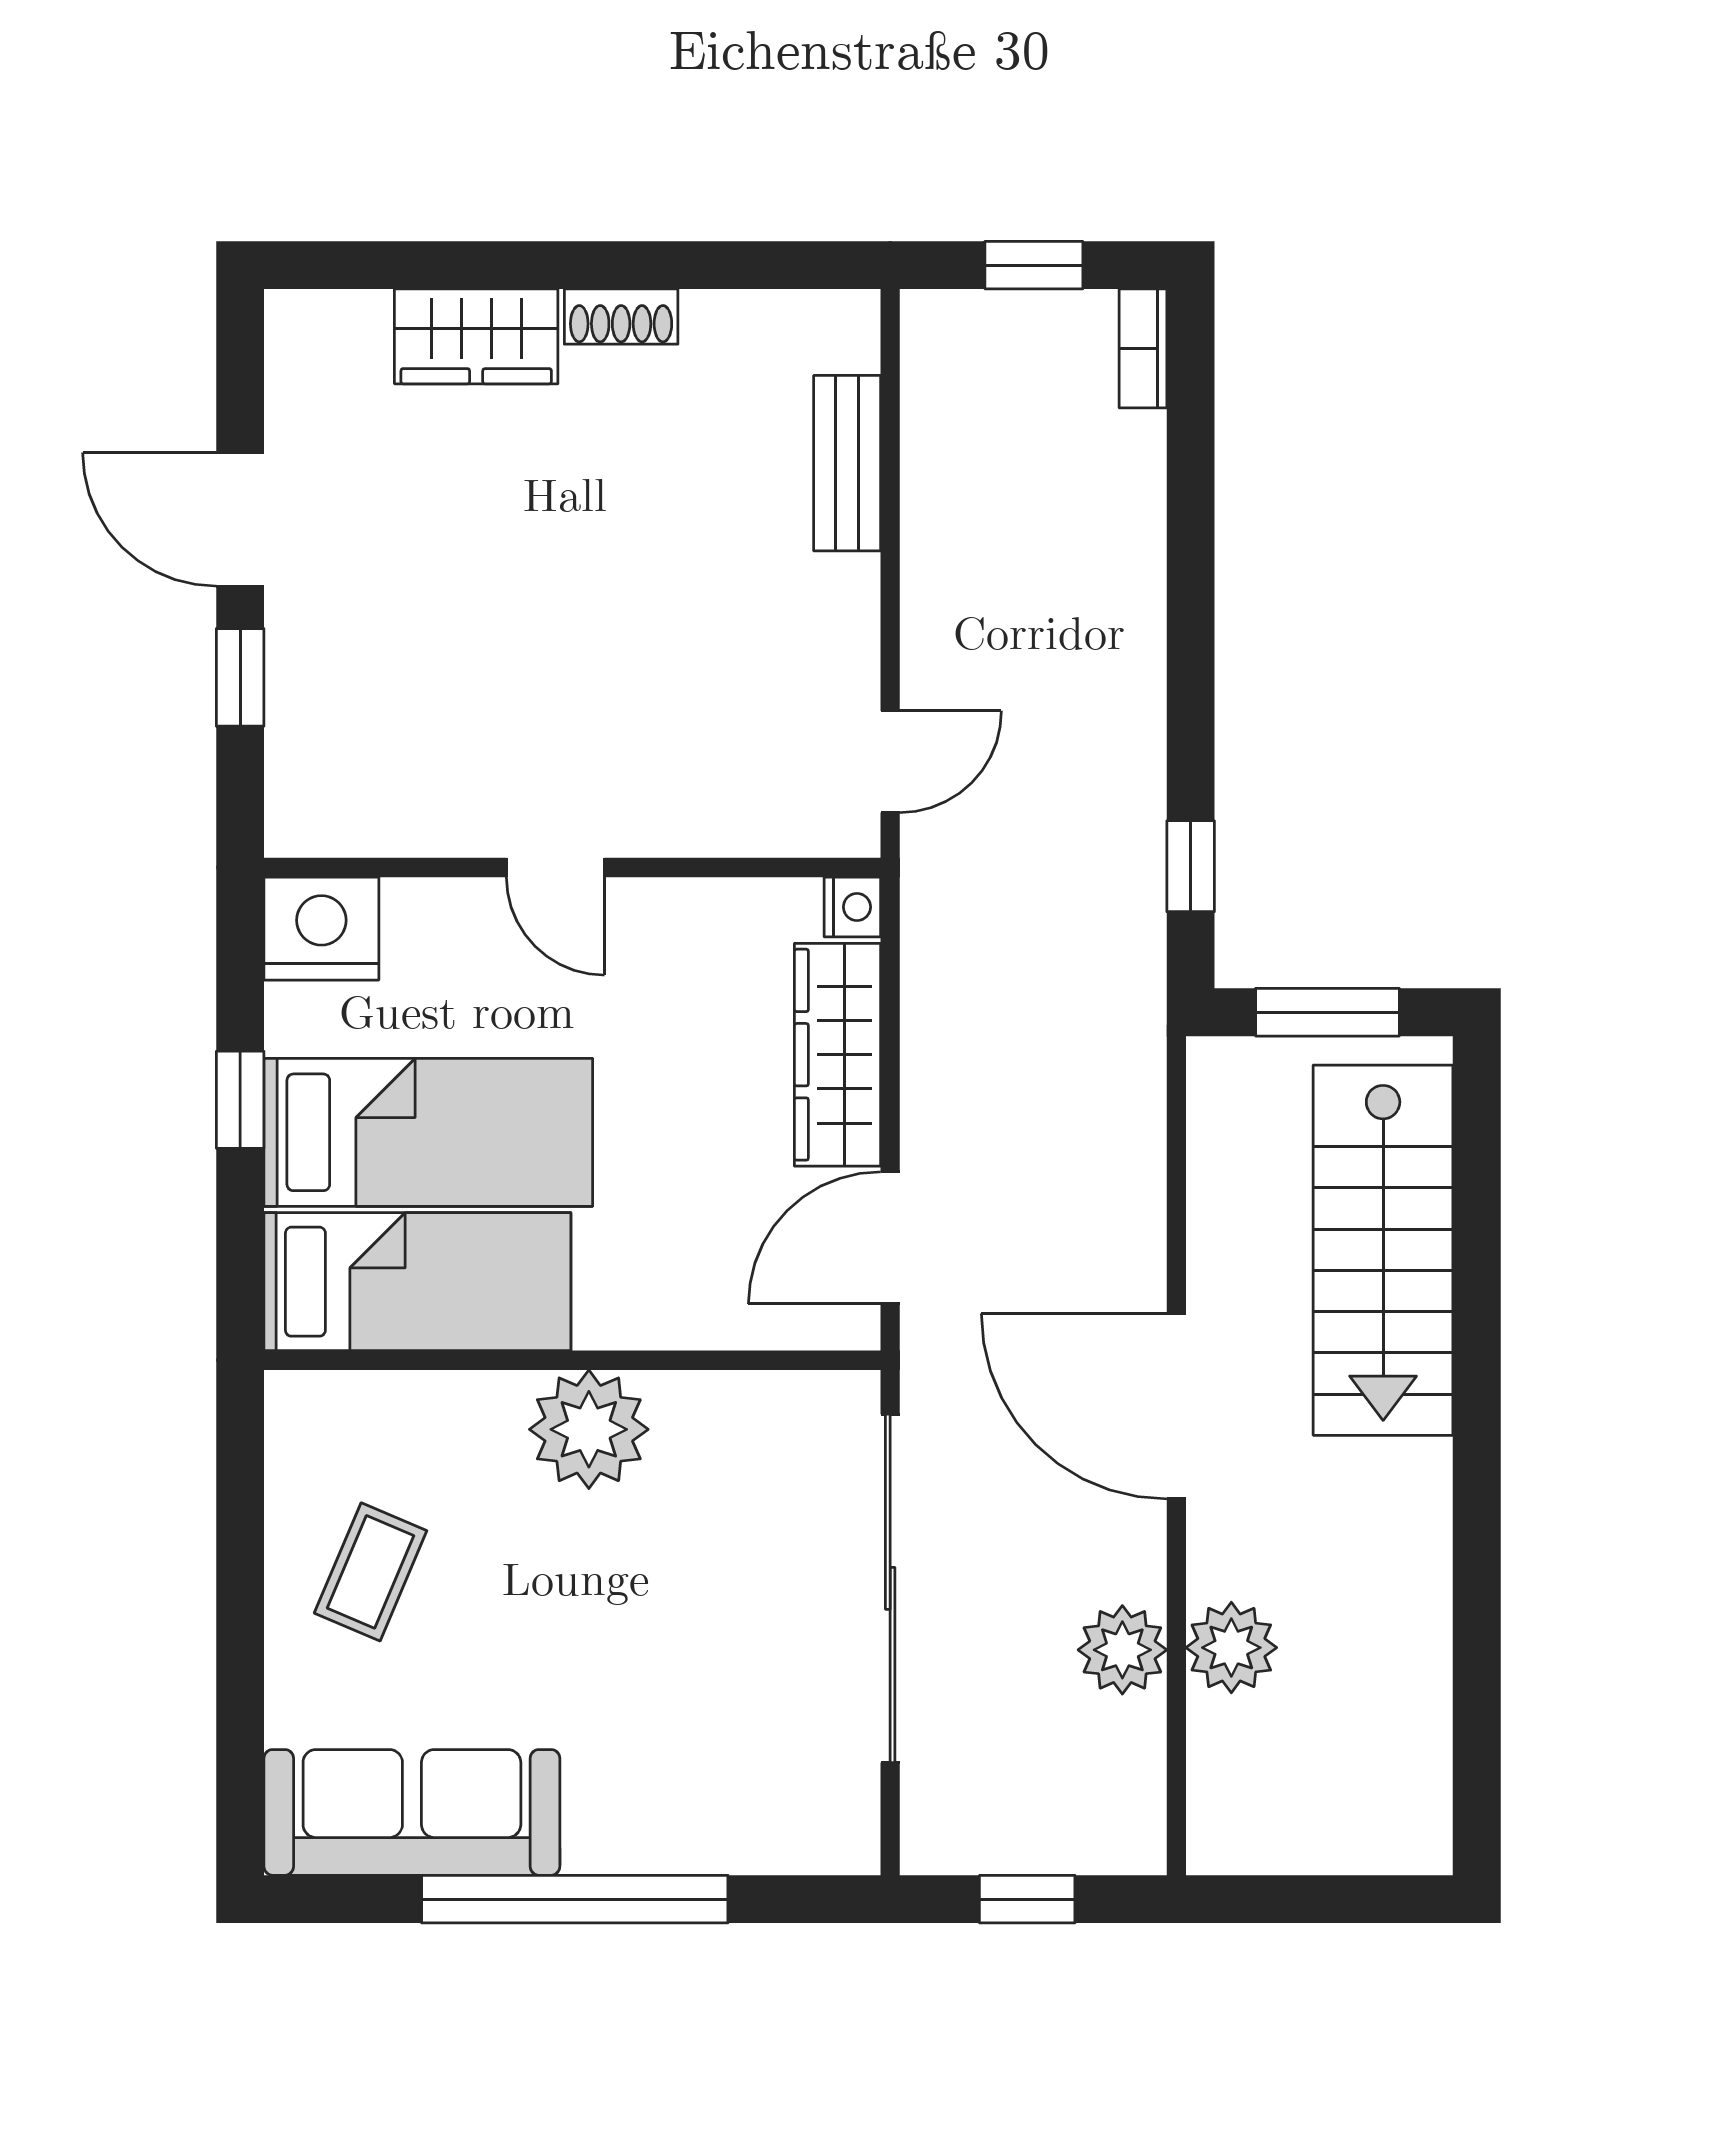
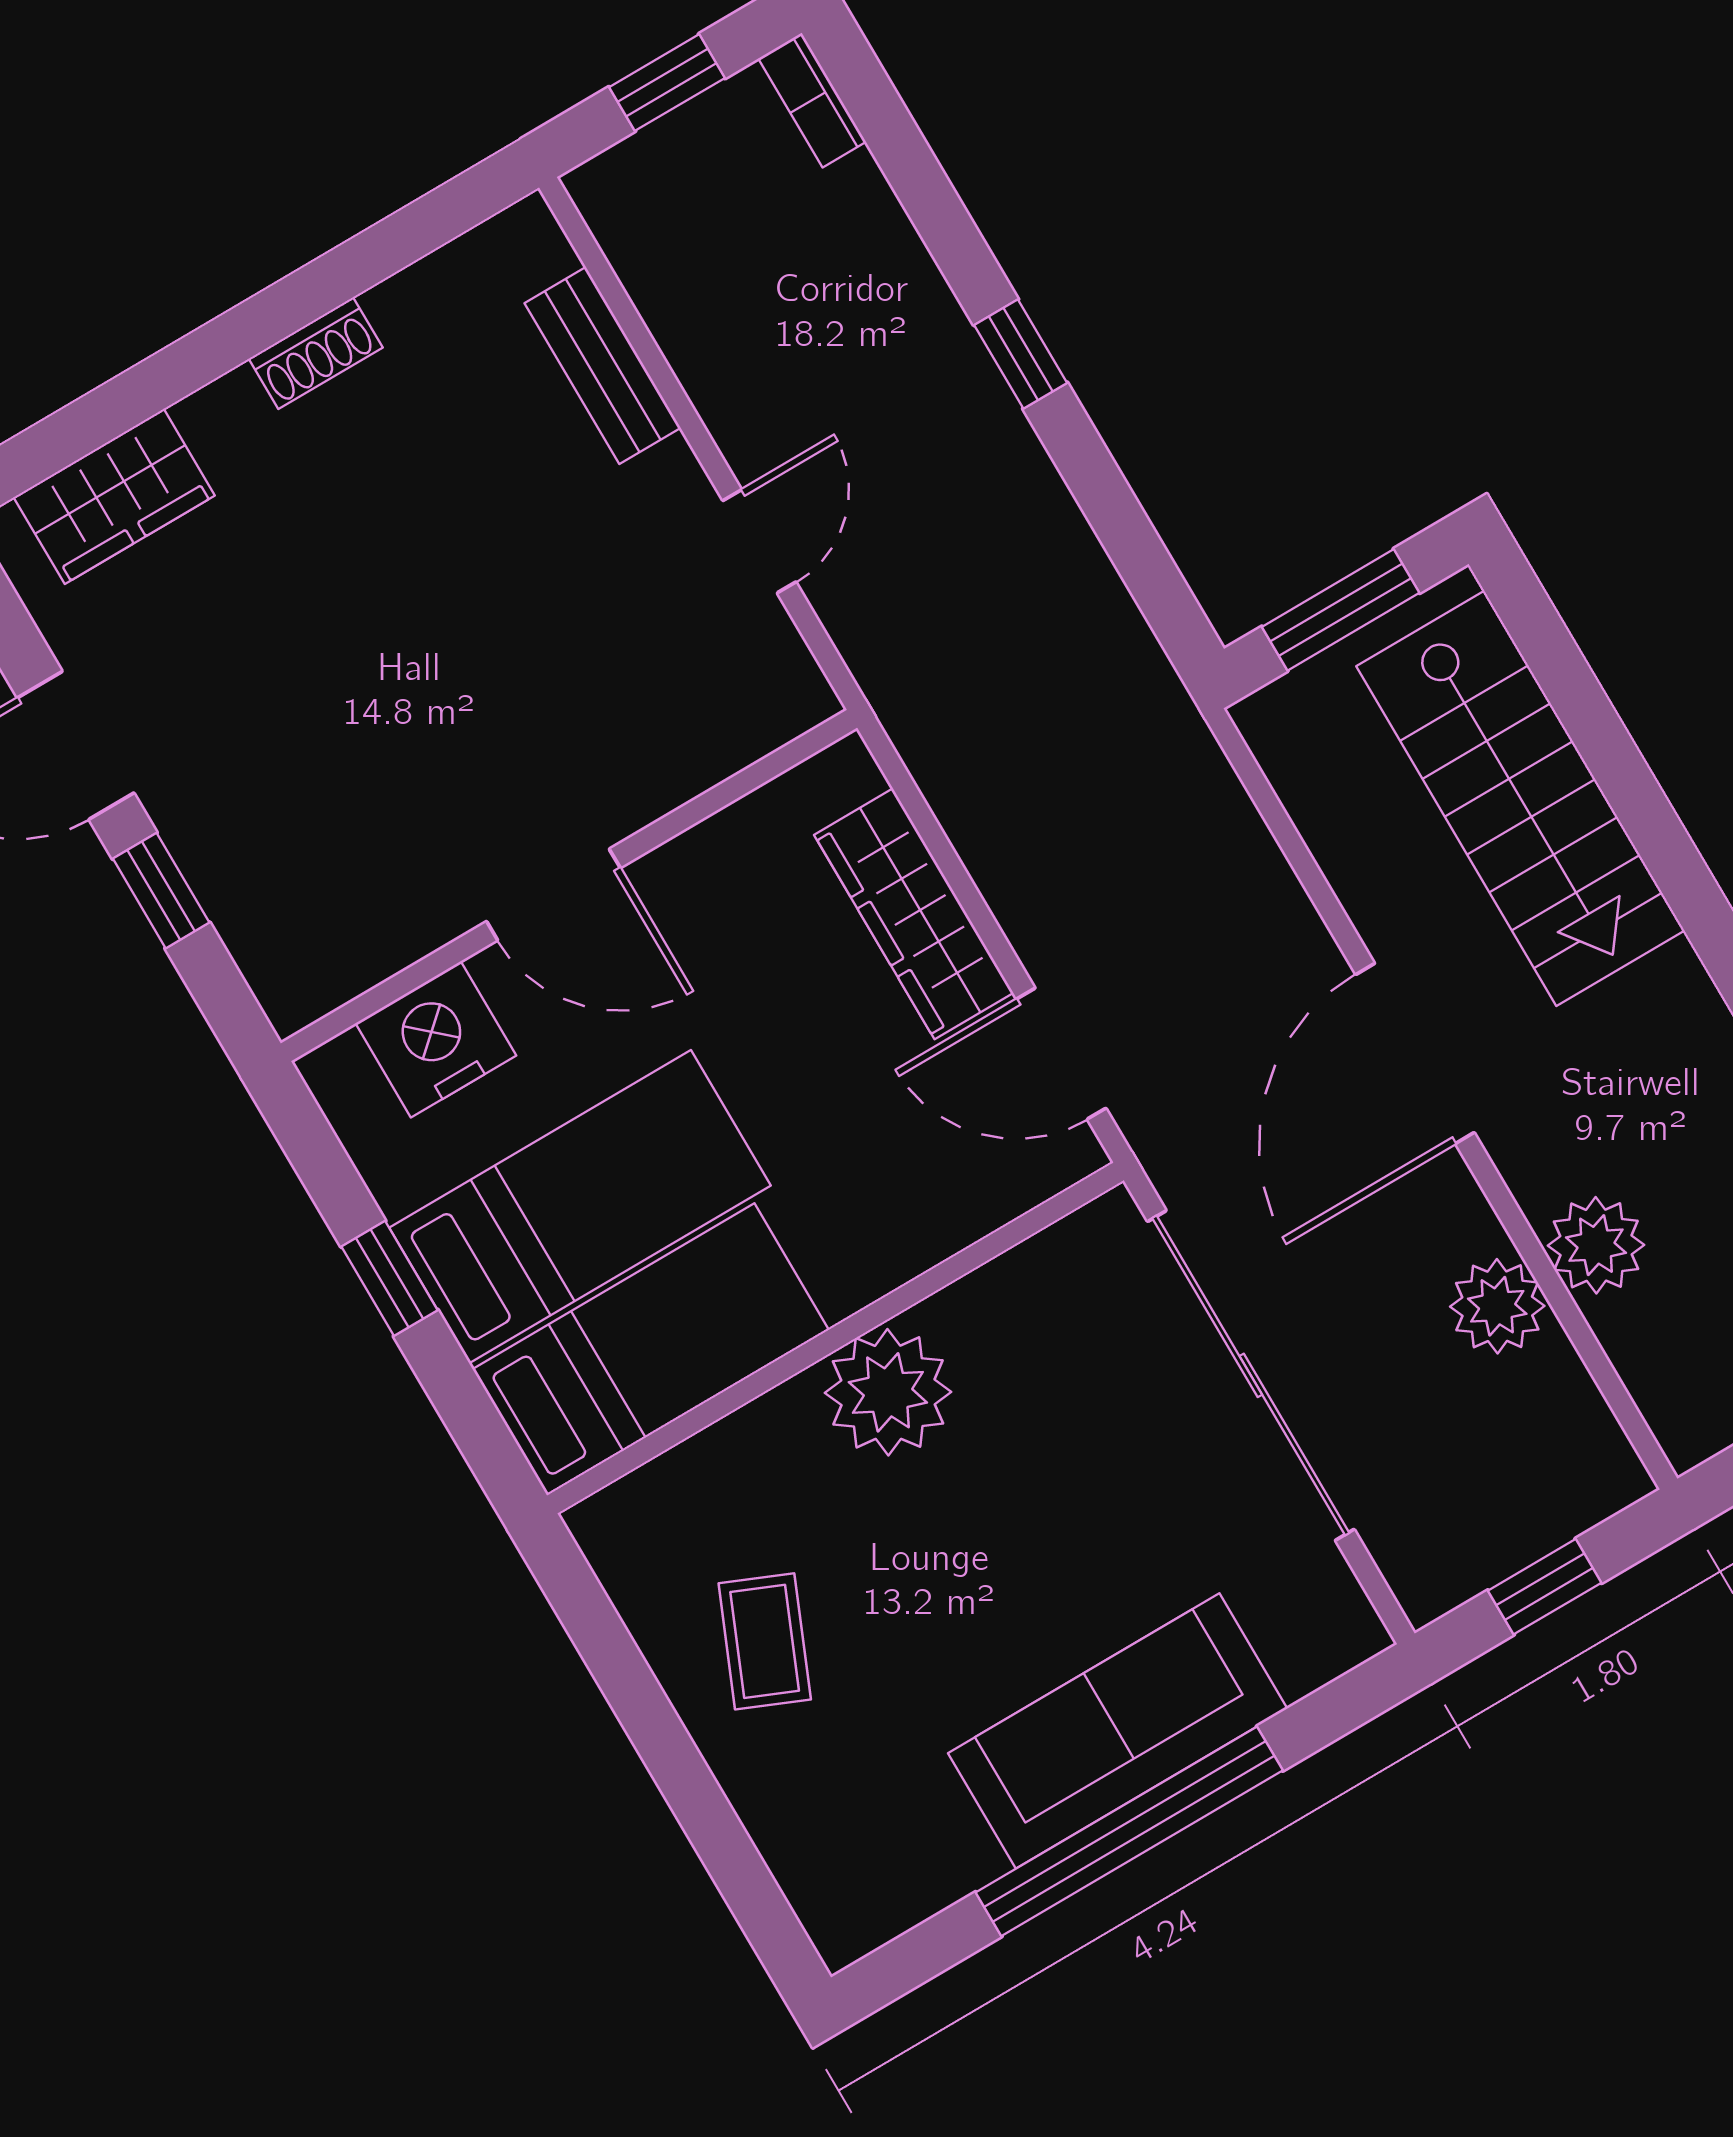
wardrobe: (476, 336) -> (114, 496), moved
door: (890, 762) -> (759, 541), moved
window: (1191, 866) -> (1021, 354), moved
door: (555, 868) -> (553, 895), width x1.38
nightstand: (852, 907) -> (848, 770), removed
nightstand: (321, 929) -> (436, 1039), moved
door: (890, 1238) -> (1061, 1054), hinge flipped
door: (1176, 1406) -> (1415, 1053), hinge flipped
sofa: (412, 1812) -> (1118, 1731), moved

